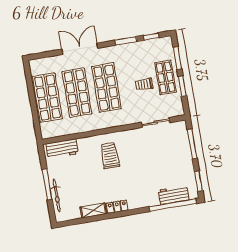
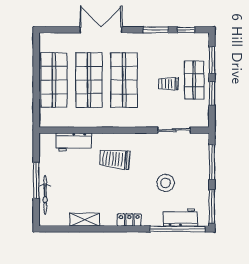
workbench: (62, 149) -> (74, 142), moved
trolley: (110, 155) -> (115, 159), turned -85
stool: (156, 168) -> (166, 183), added
window: (199, 181) -> (212, 206), width x1.44
locker: (117, 207) -> (129, 220), moved

